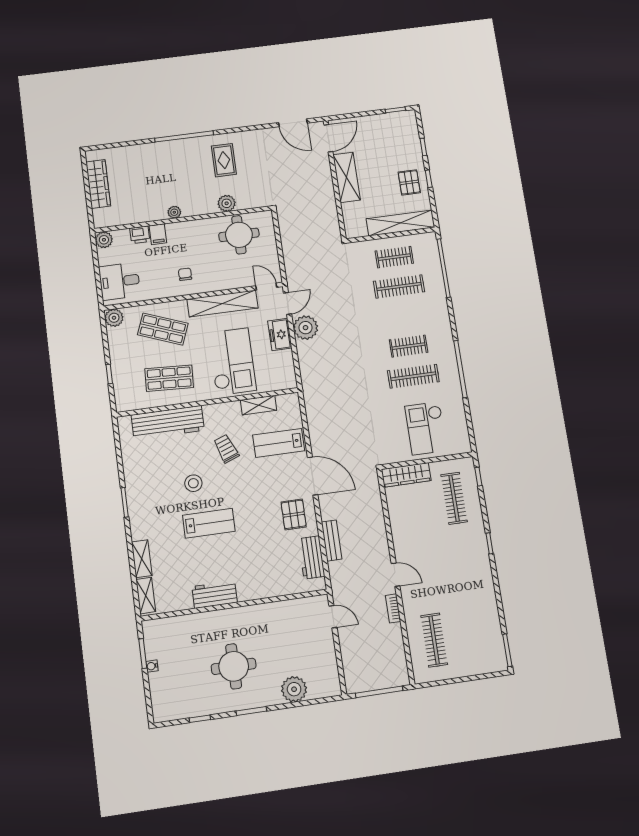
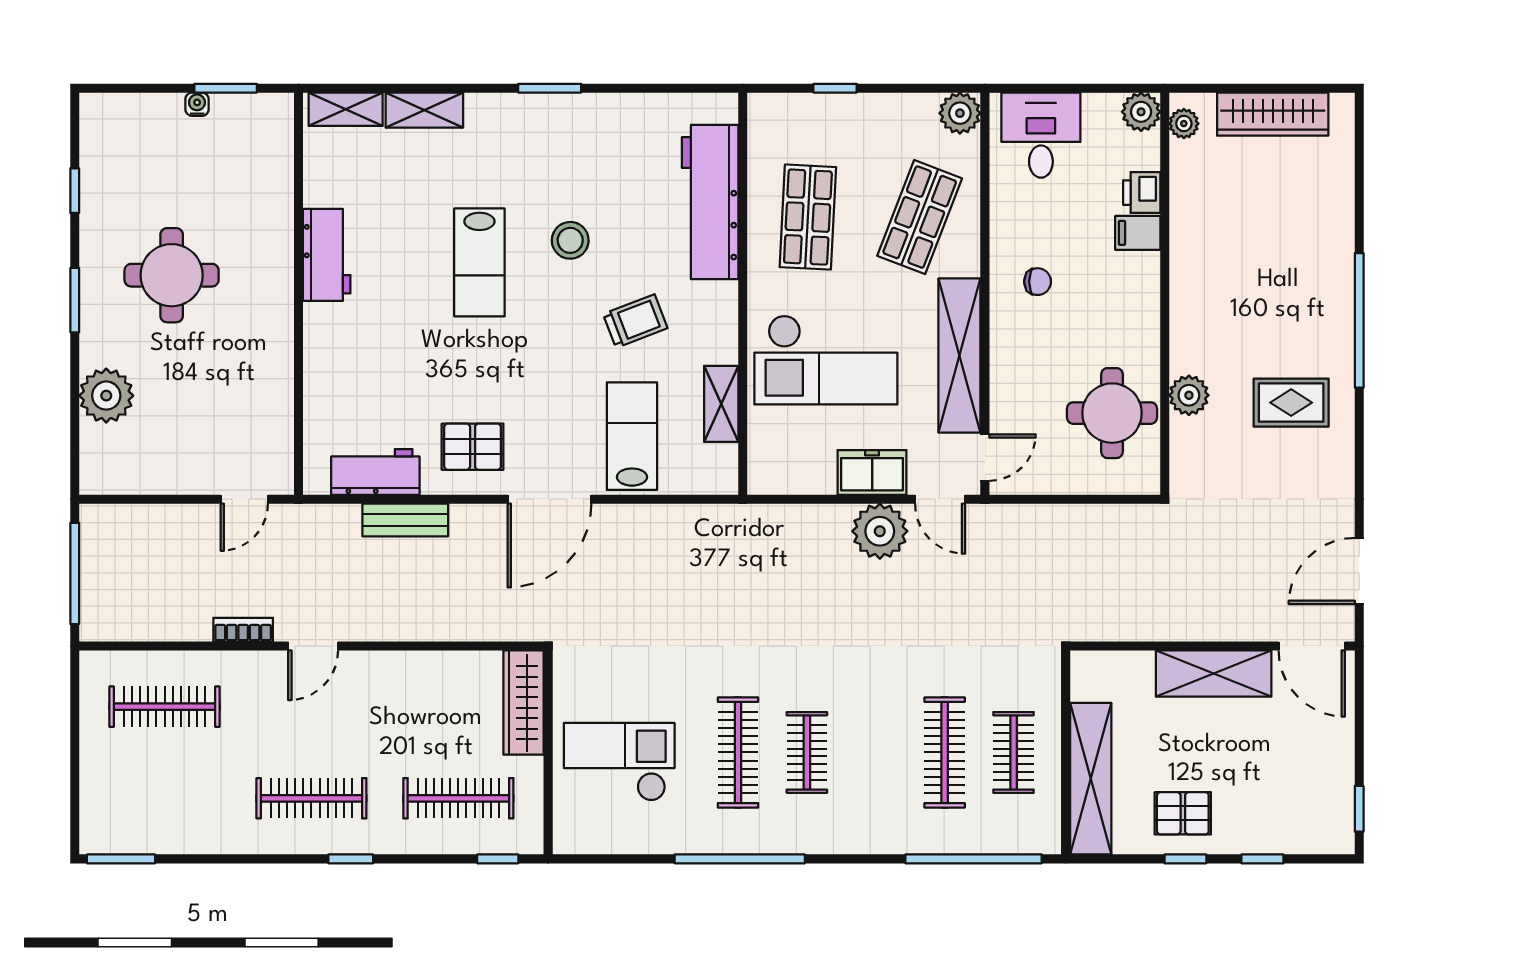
plant: (174, 212) -> (1184, 124), moved
clothes rail: (465, 565) -> (311, 798), added

